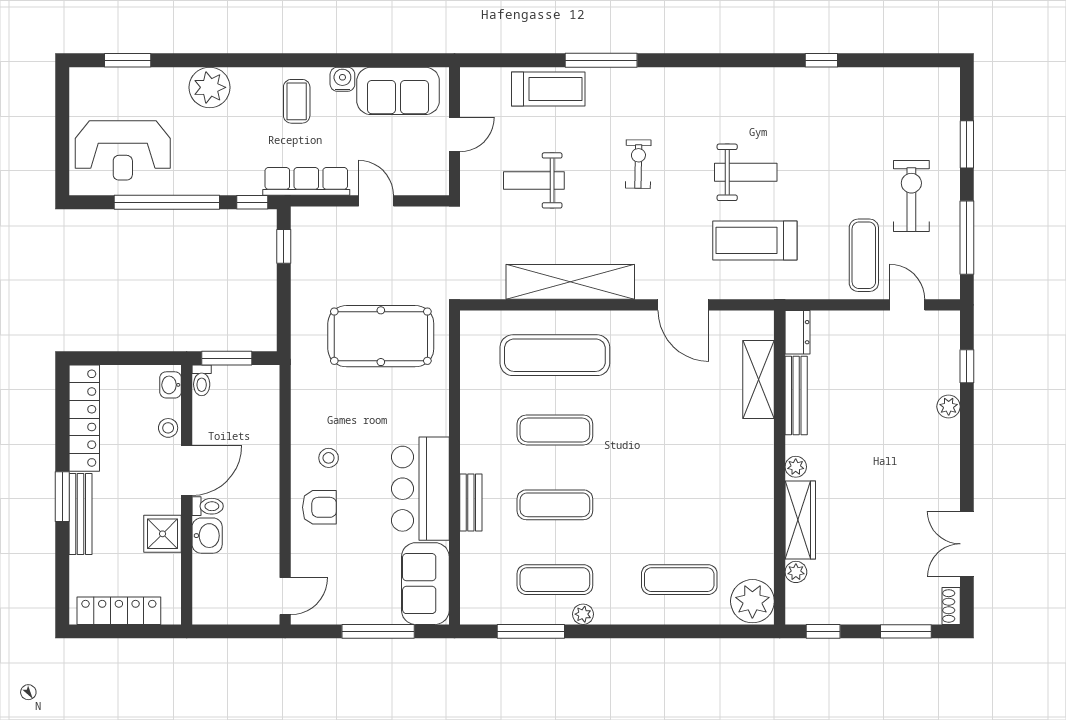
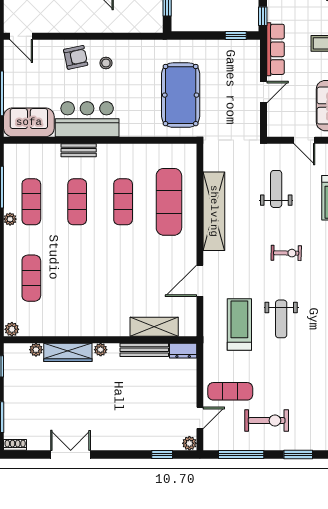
plant: (949, 407) -> (189, 443), moved
armchair: (319, 507) -> (76, 57), turned -102
double door: (967, 544) -> (71, 455), moved
plant: (752, 601) -> (12, 329), width x0.53, depth x0.53

